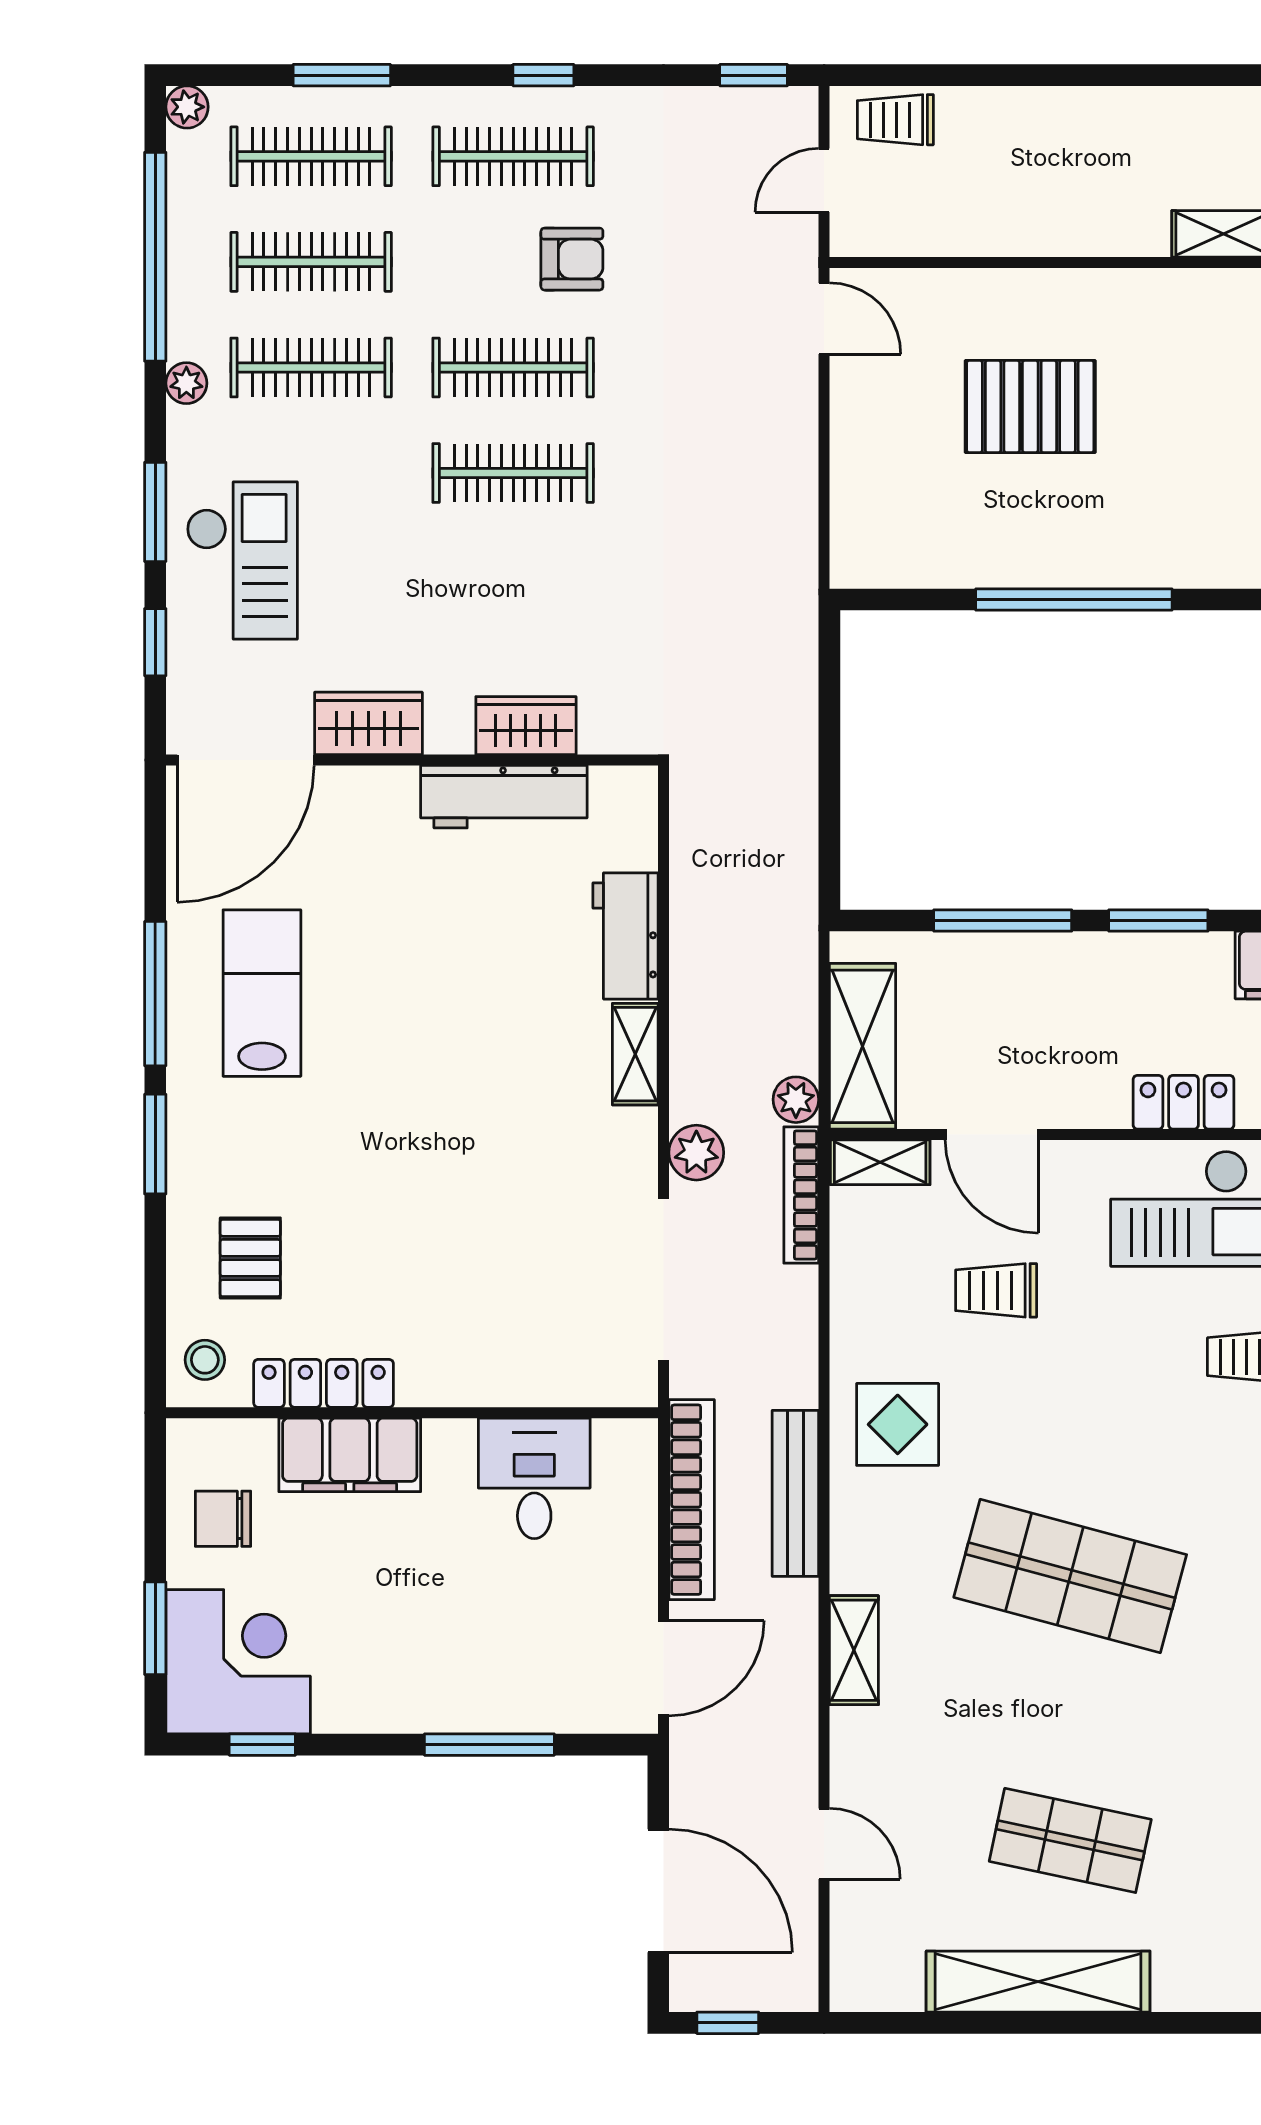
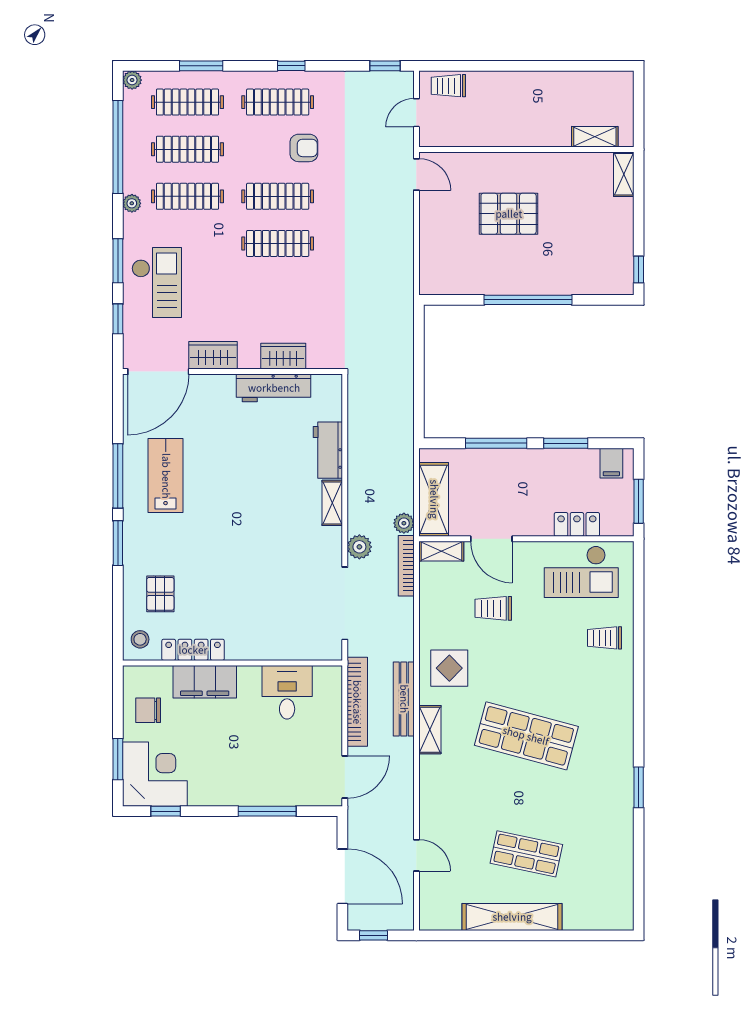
shelving: (854, 1650) -> (430, 730), moved

